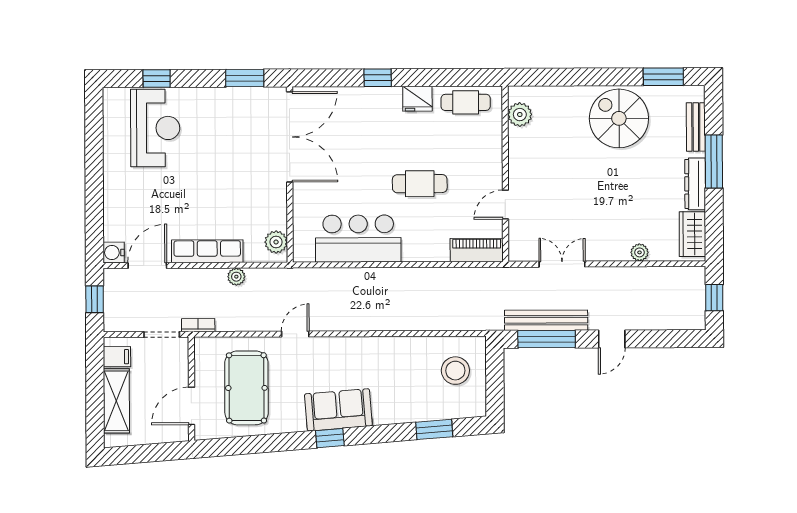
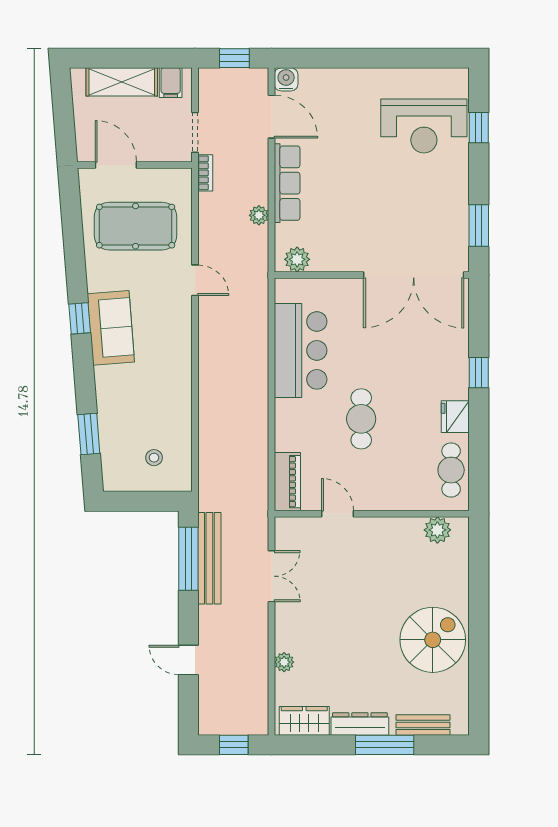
window: (663, 77) -> (479, 689), removed
door: (612, 339) -> (188, 660), moved
stool: (455, 371) -> (154, 458), width x0.53, depth x0.53

